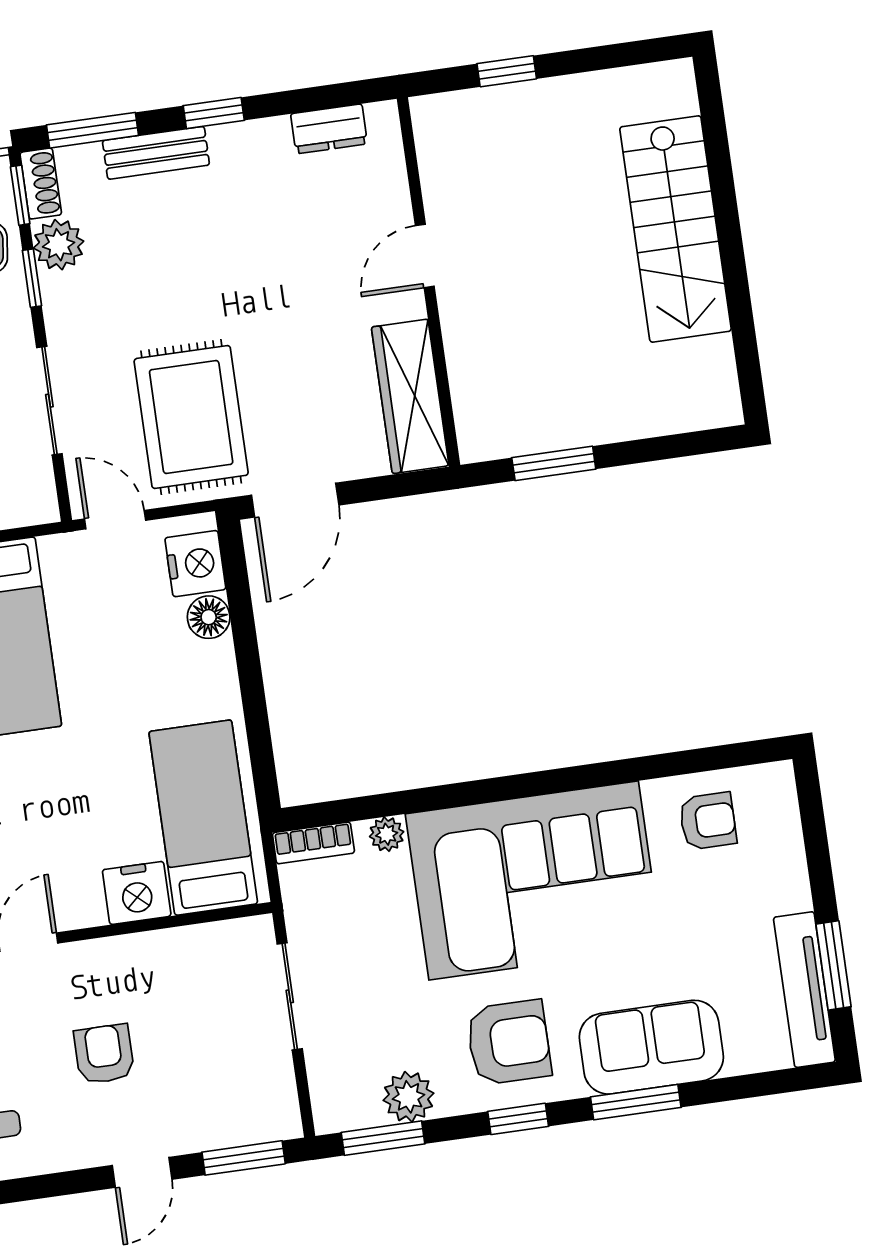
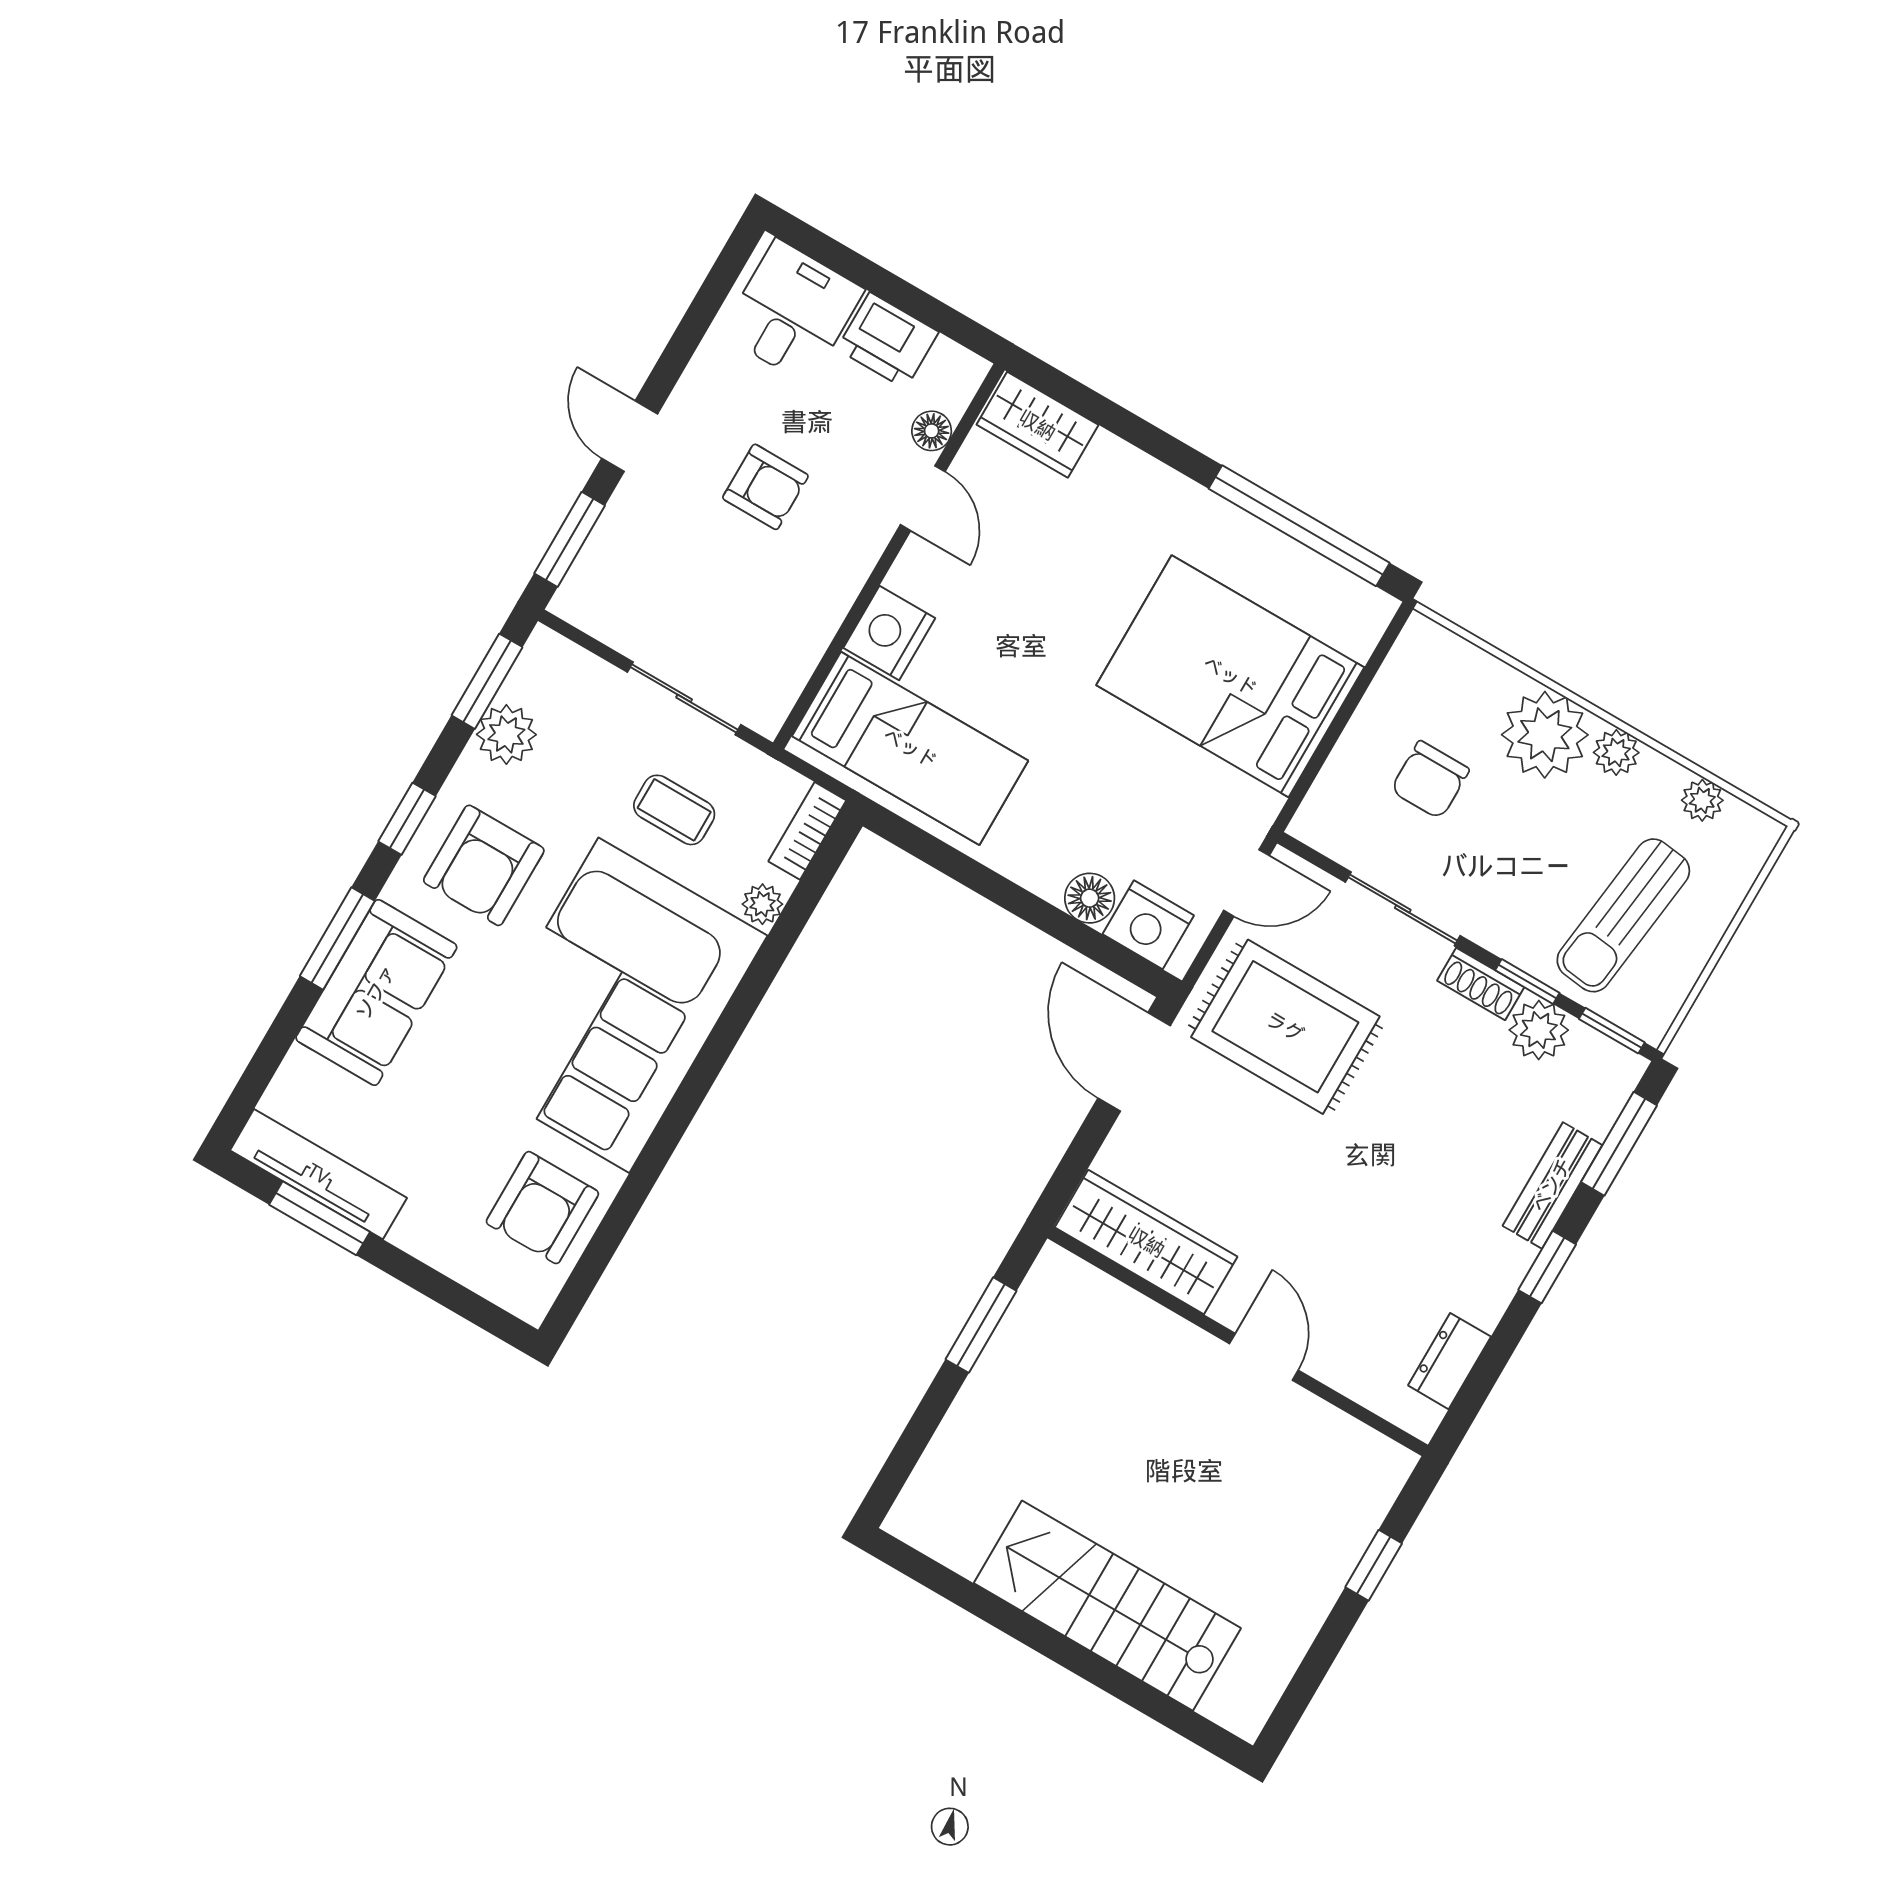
shoe rack: (41, 184) -> (1481, 984), moved
armchair: (708, 821) -> (542, 1208), width x1.38, depth x1.38
coffee table: (370, 944) -> (674, 810), added

